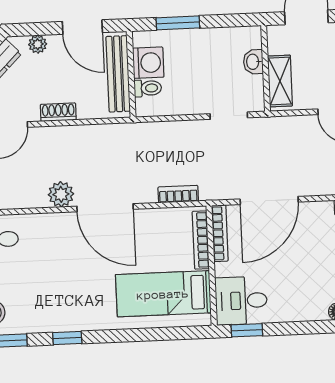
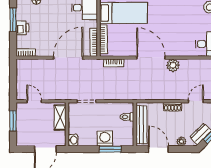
washbasin: (253, 62) -> (73, 140), moved
washing machine: (148, 63) -> (105, 138), moved, turned 90

